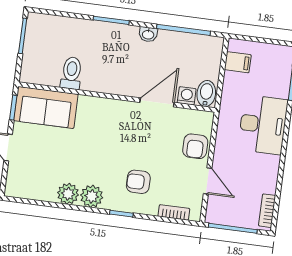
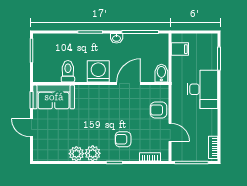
washing machine: (187, 96) -> (98, 71), moved, width x1.89, depth x1.89
armchair: (195, 146) -> (159, 110), turned 90

